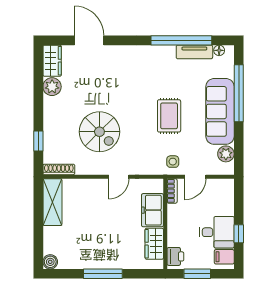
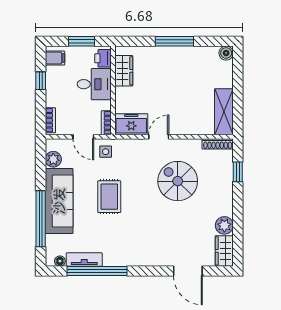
door: (195, 177) -> (83, 137), swing flipped
bookcase: (229, 194) -> (50, 120), added
freezer: (152, 210) -> (131, 124), moved, turned -90
desk: (217, 232) -> (94, 84), moved, turned 180

